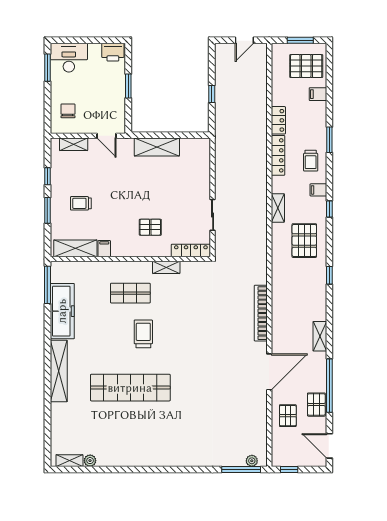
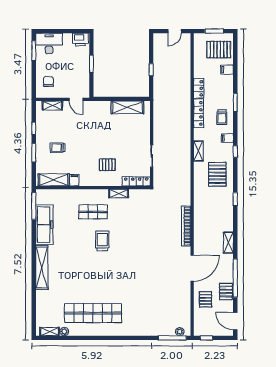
shelving: (157, 147) -> (127, 107), moved
shop shelf: (130, 388) -> (93, 313), moved

